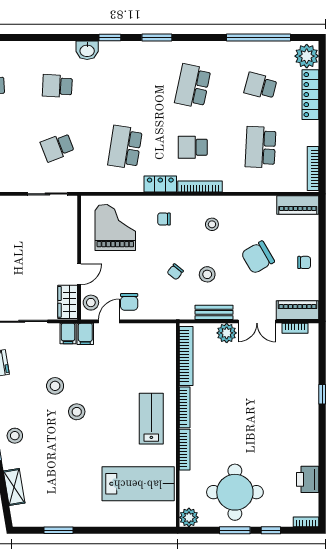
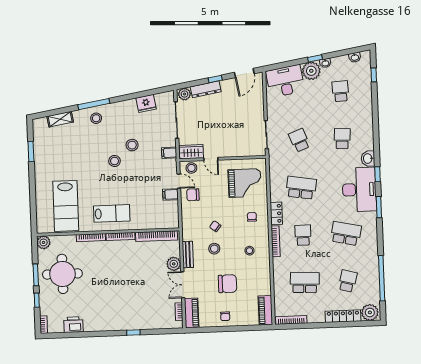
desk: (131, 64) -> (359, 190), added
chair: (258, 257) -> (228, 284), turned 120
filing cabinet: (85, 334) -> (170, 194), moved

